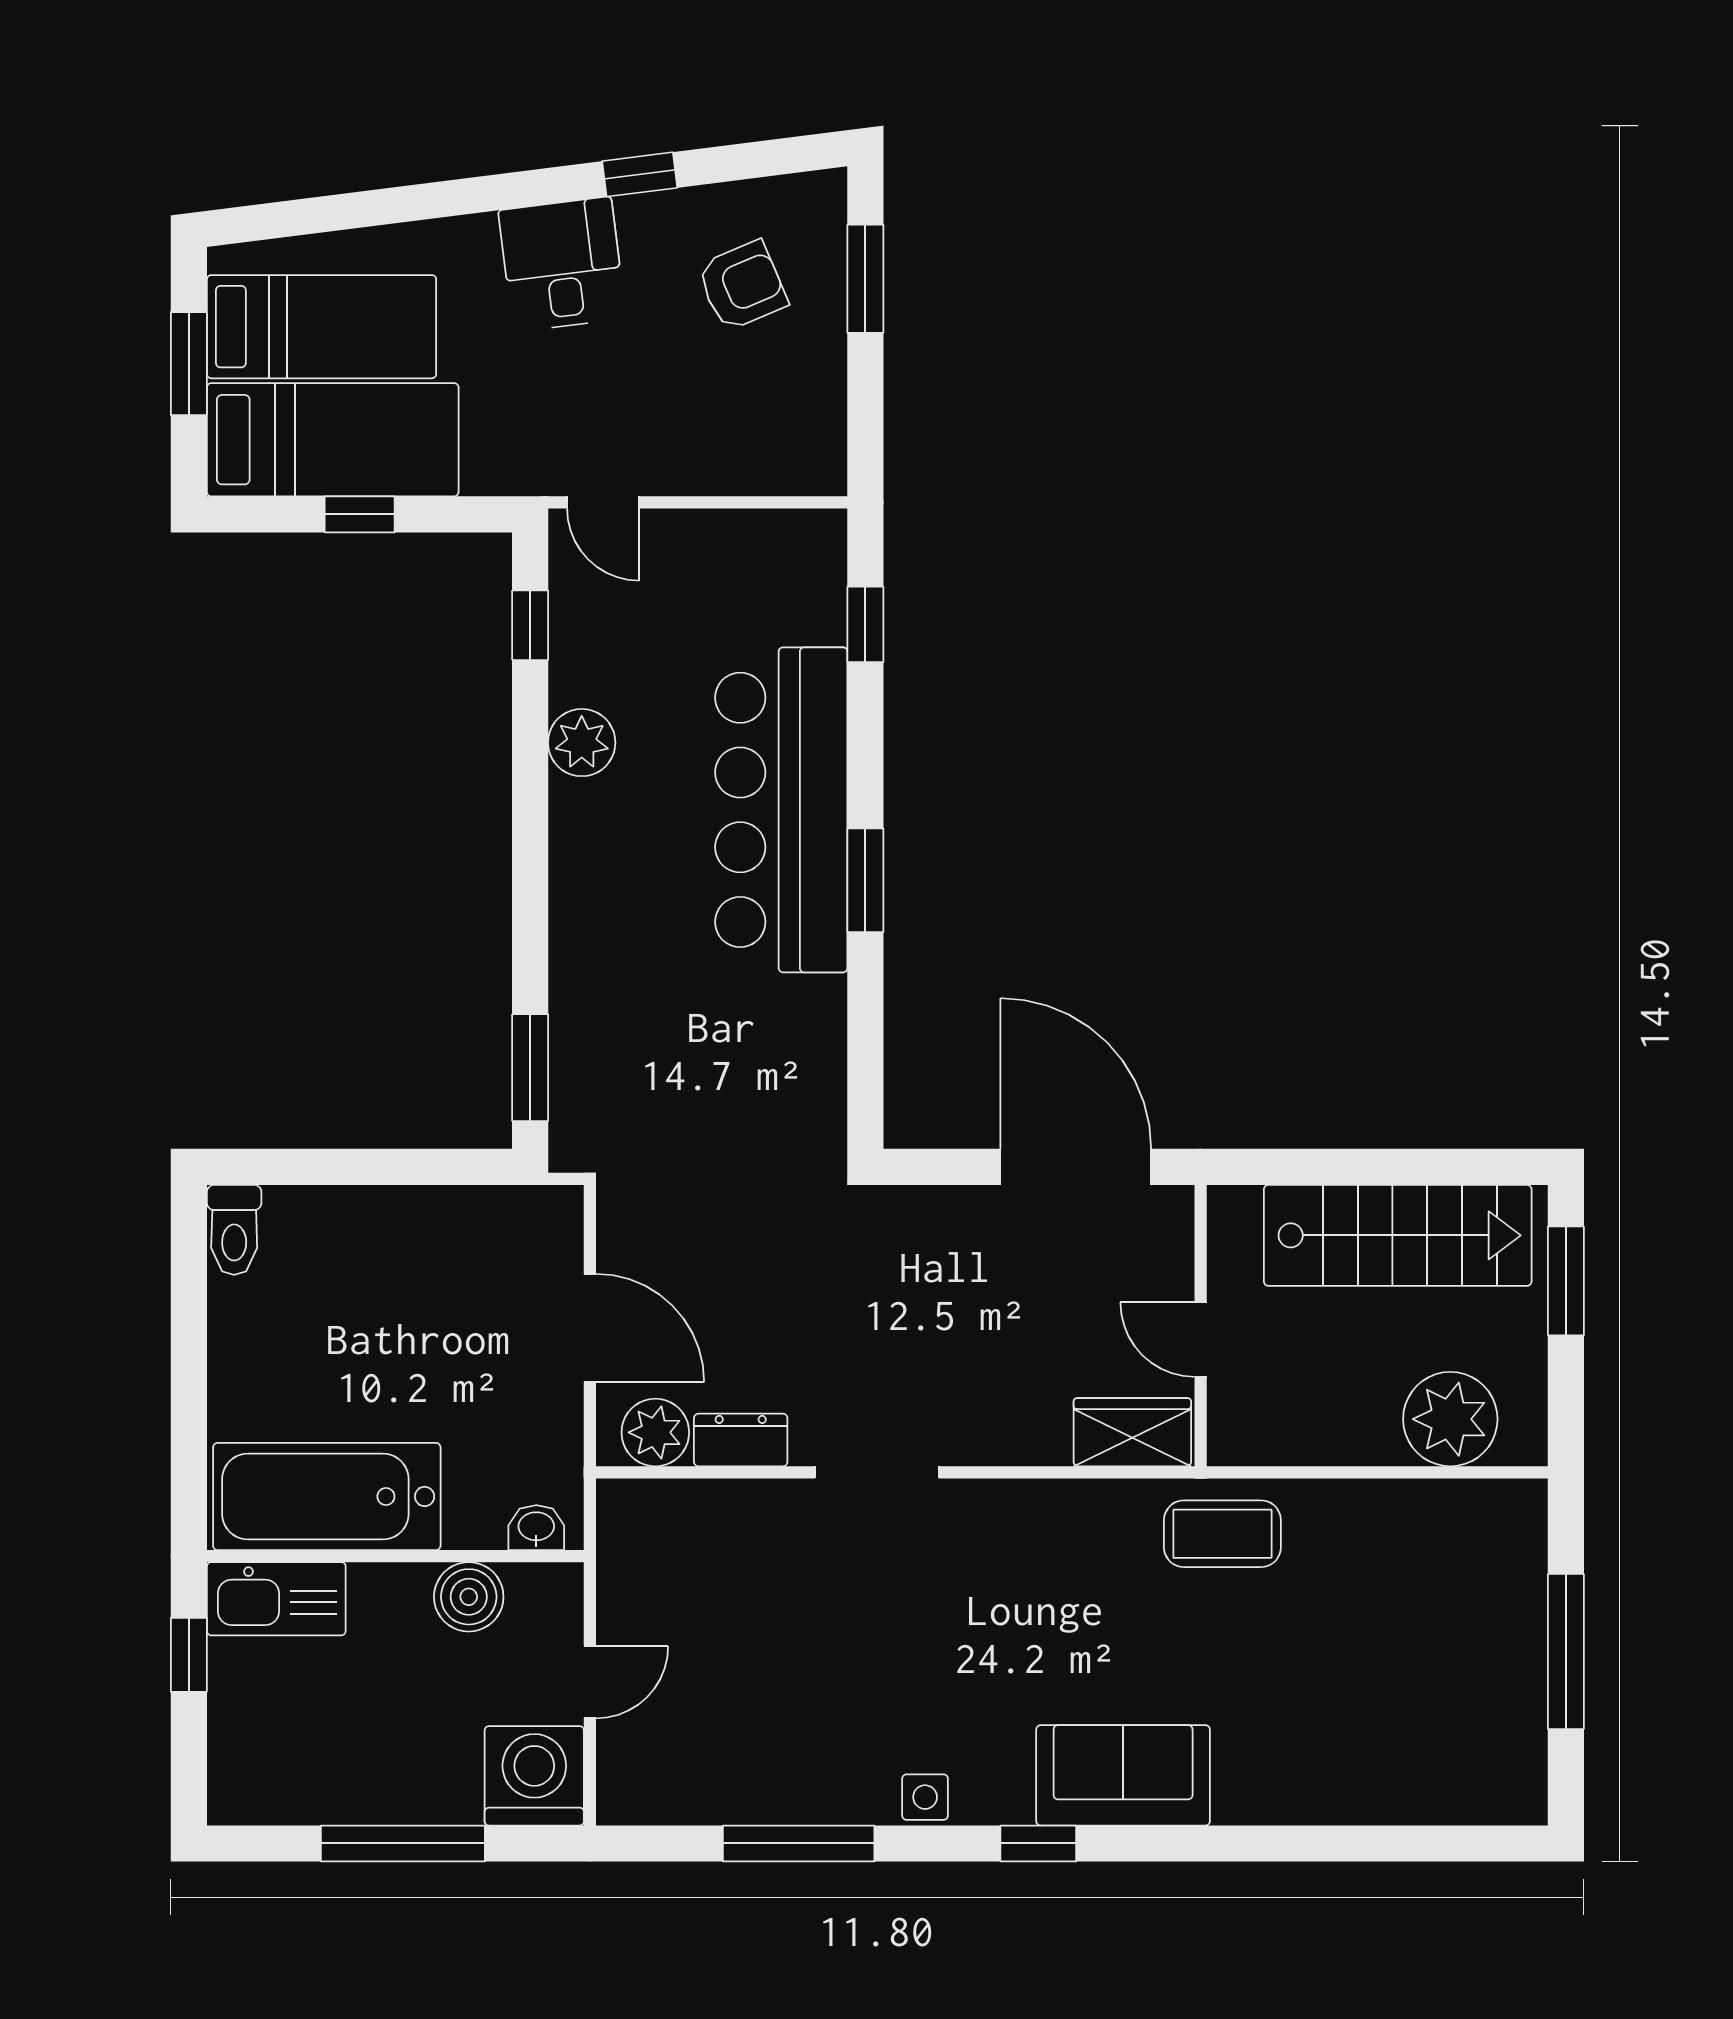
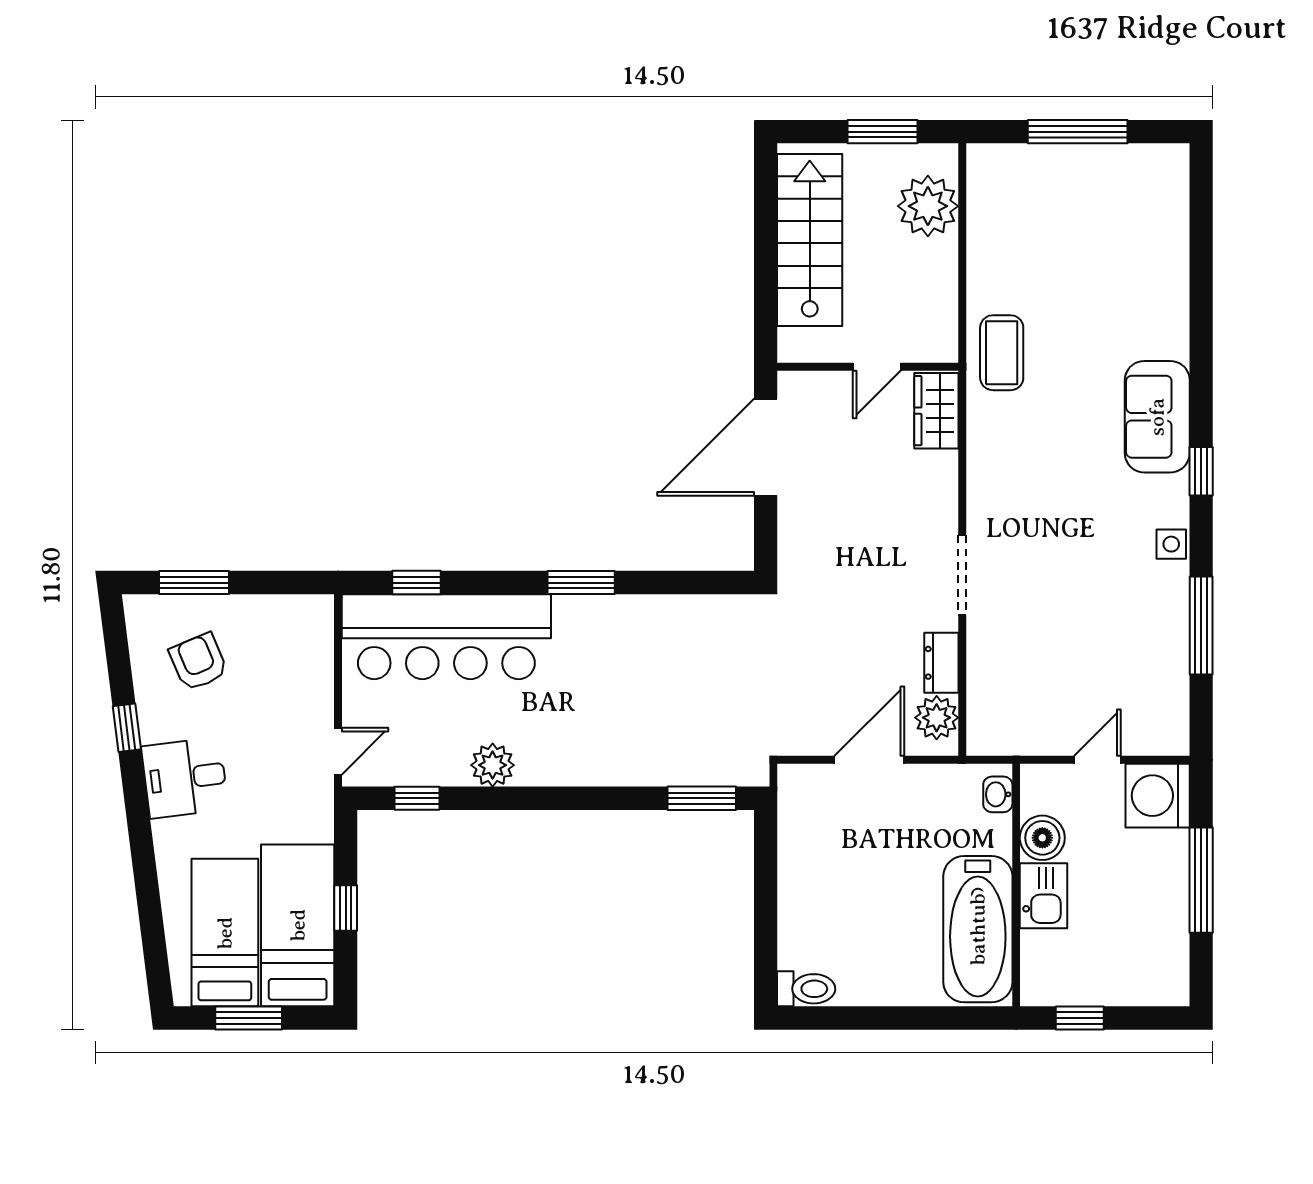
bar counter: (781, 810) -> (446, 637), moved
window: (1566, 1281) -> (882, 132), moved
kitchen sink: (276, 1599) -> (1044, 896), moved, width x0.73
door: (590, 1682) -> (1097, 760), hinge flipped

